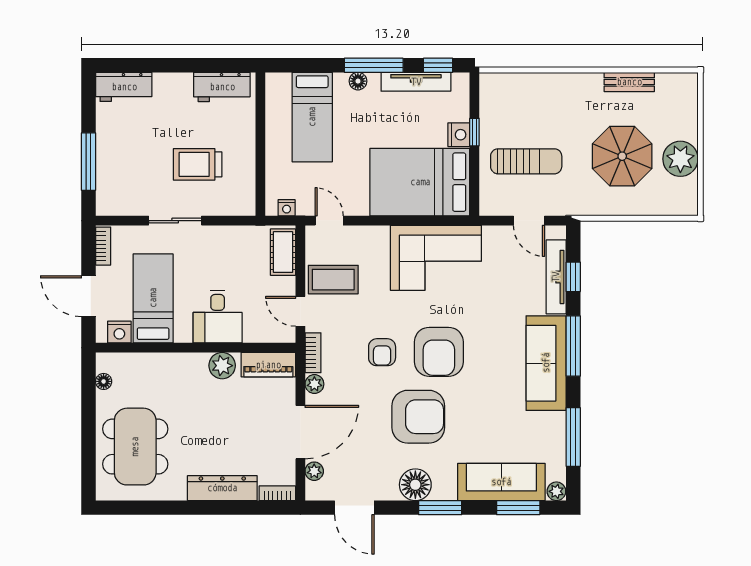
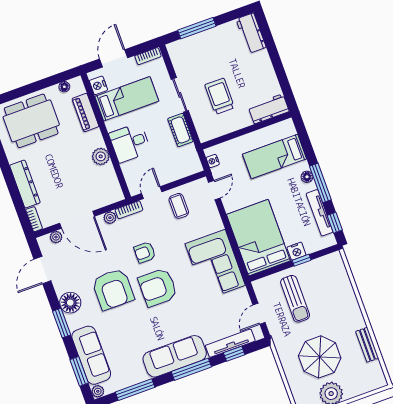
workbench: (222, 87) -> (269, 109), moved, turned 90
cot: (283, 252) -> (180, 130), moved, turned 90
coffee table: (333, 280) -> (179, 206), width x0.73, depth x0.77
piano: (268, 365) -> (86, 113), moved

